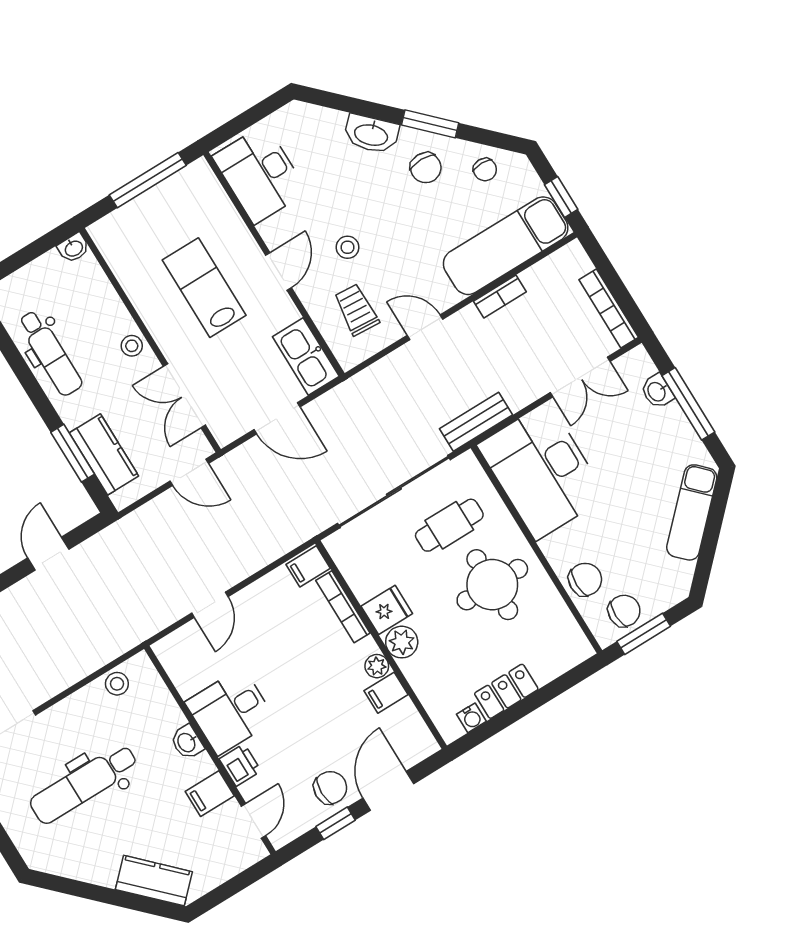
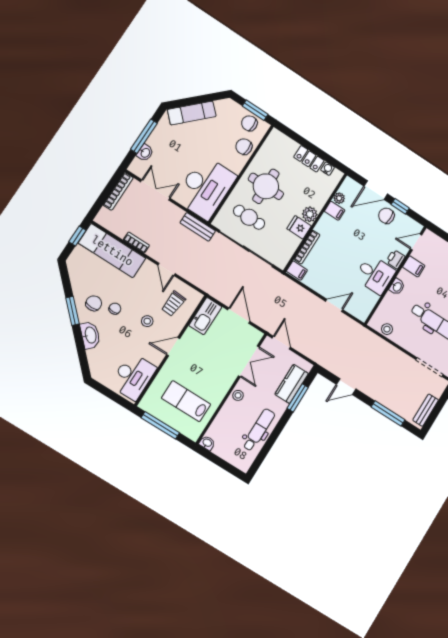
chair: (485, 170) -> (115, 309), moved
lab bench: (204, 288) -> (186, 401), moved, turned 90
plant: (377, 666) -> (339, 198), moved

